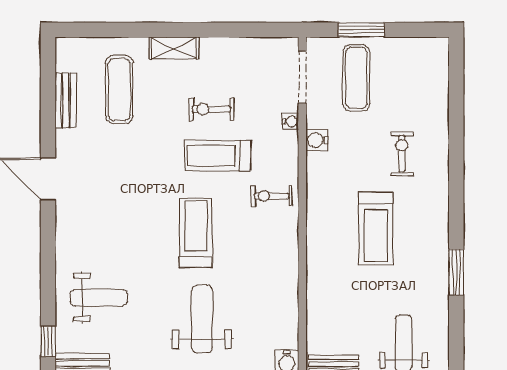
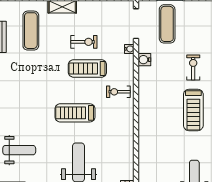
exercise bike: (211, 109) -> (84, 42), turned 180
treadmill: (376, 228) -> (193, 110), moved
treadmill: (196, 233) -> (75, 113), turned -90

